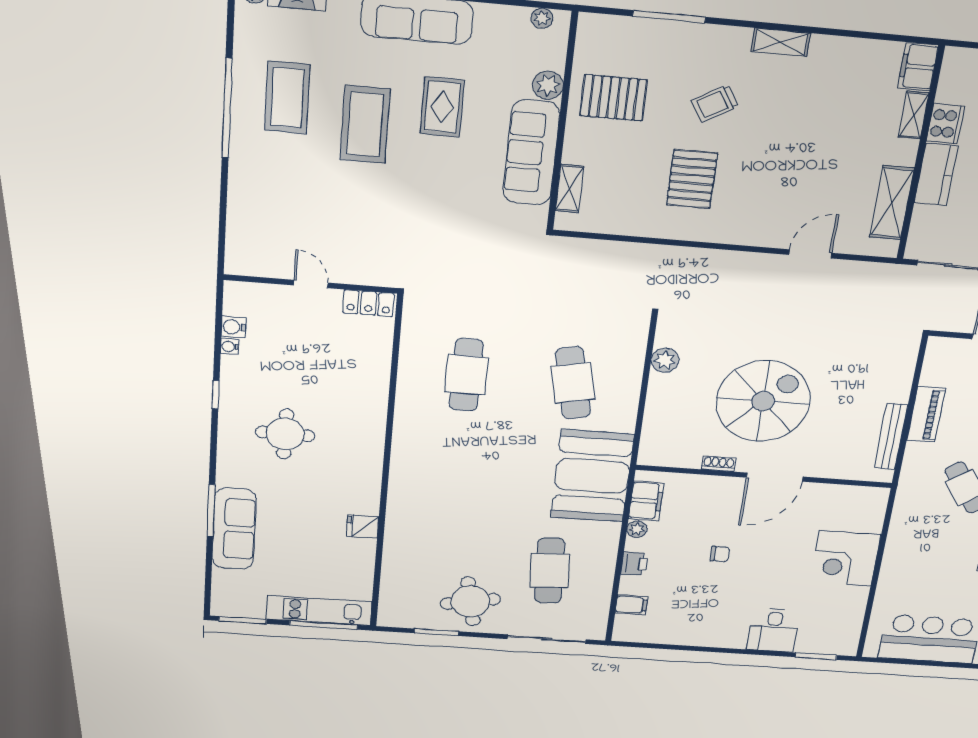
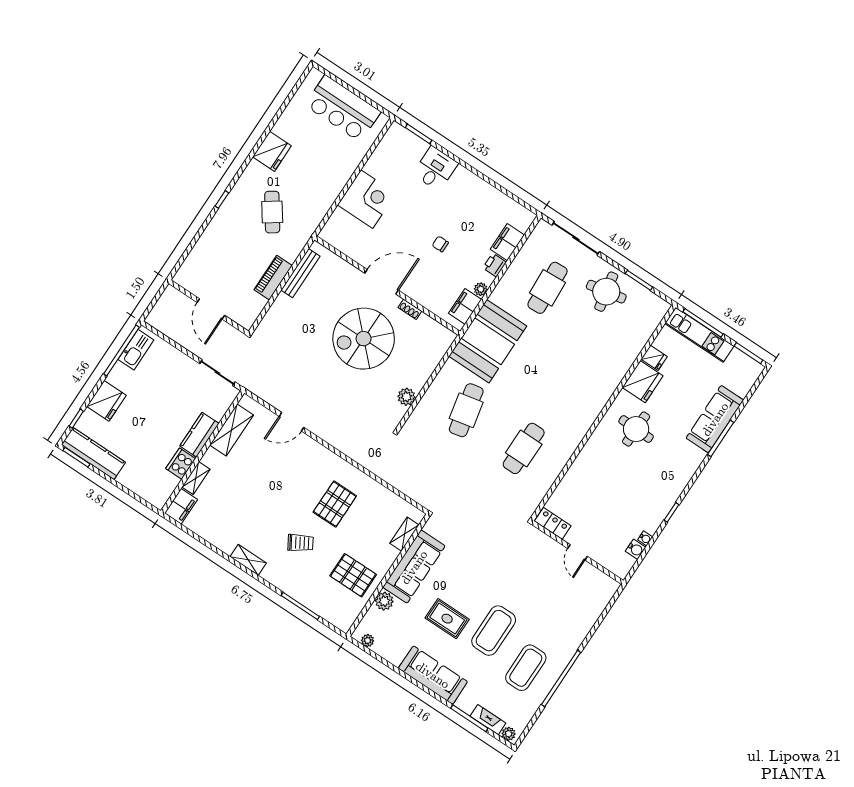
rug: (442, 107) -> (447, 619), turned 90
round table: (285, 434) -> (636, 429), moved
fridge: (363, 526) -> (643, 382), width x1.88, depth x1.34
fridge: (360, 559) -> (654, 358), added
filing cabinet: (631, 605) -> (507, 242), width x2.00

